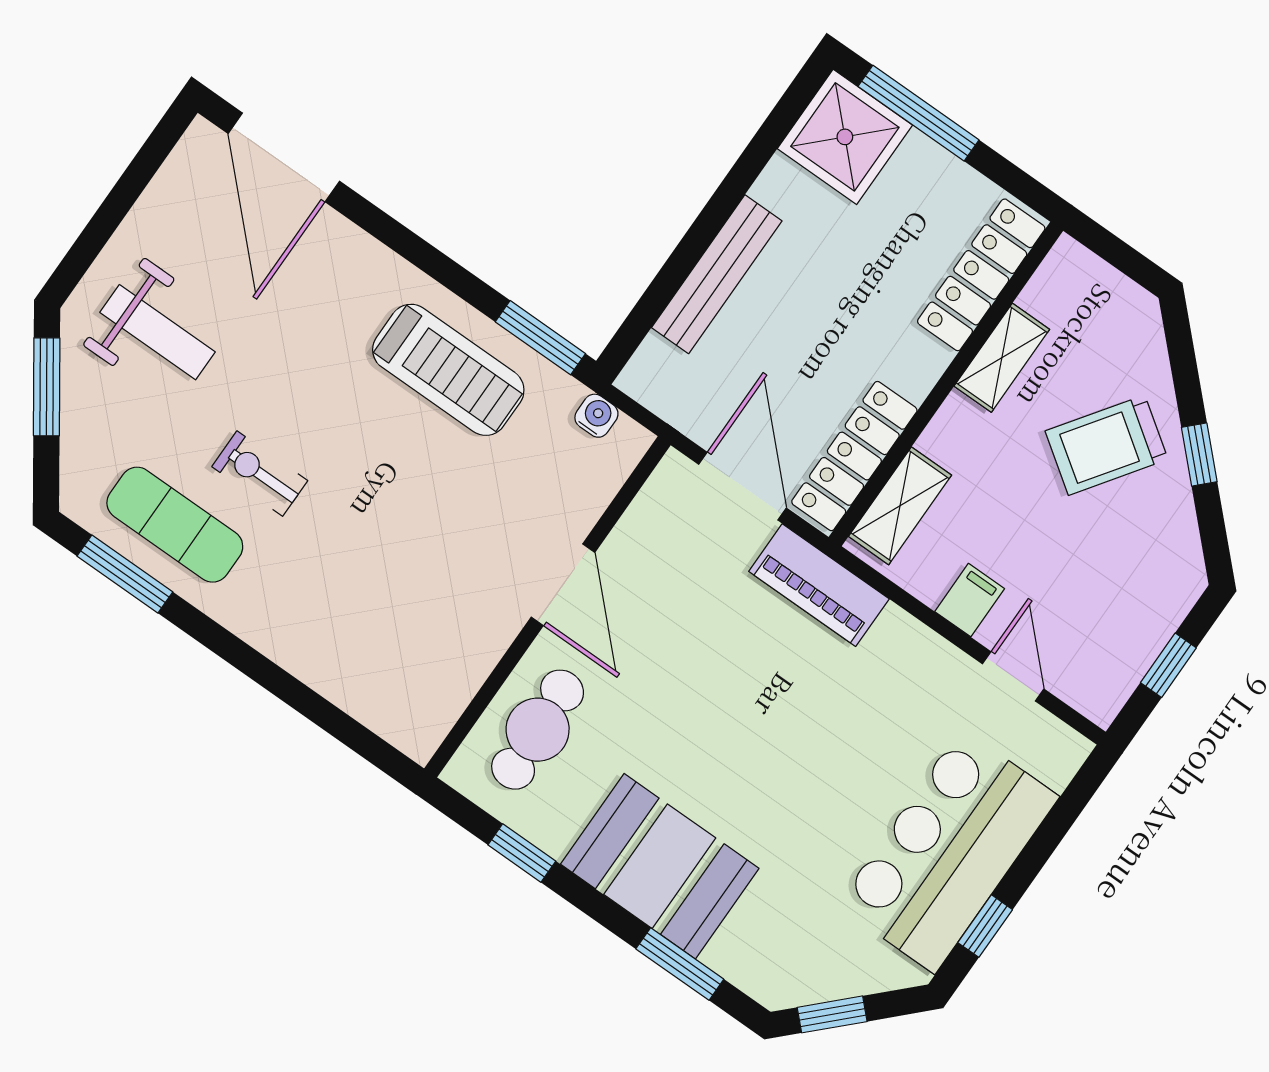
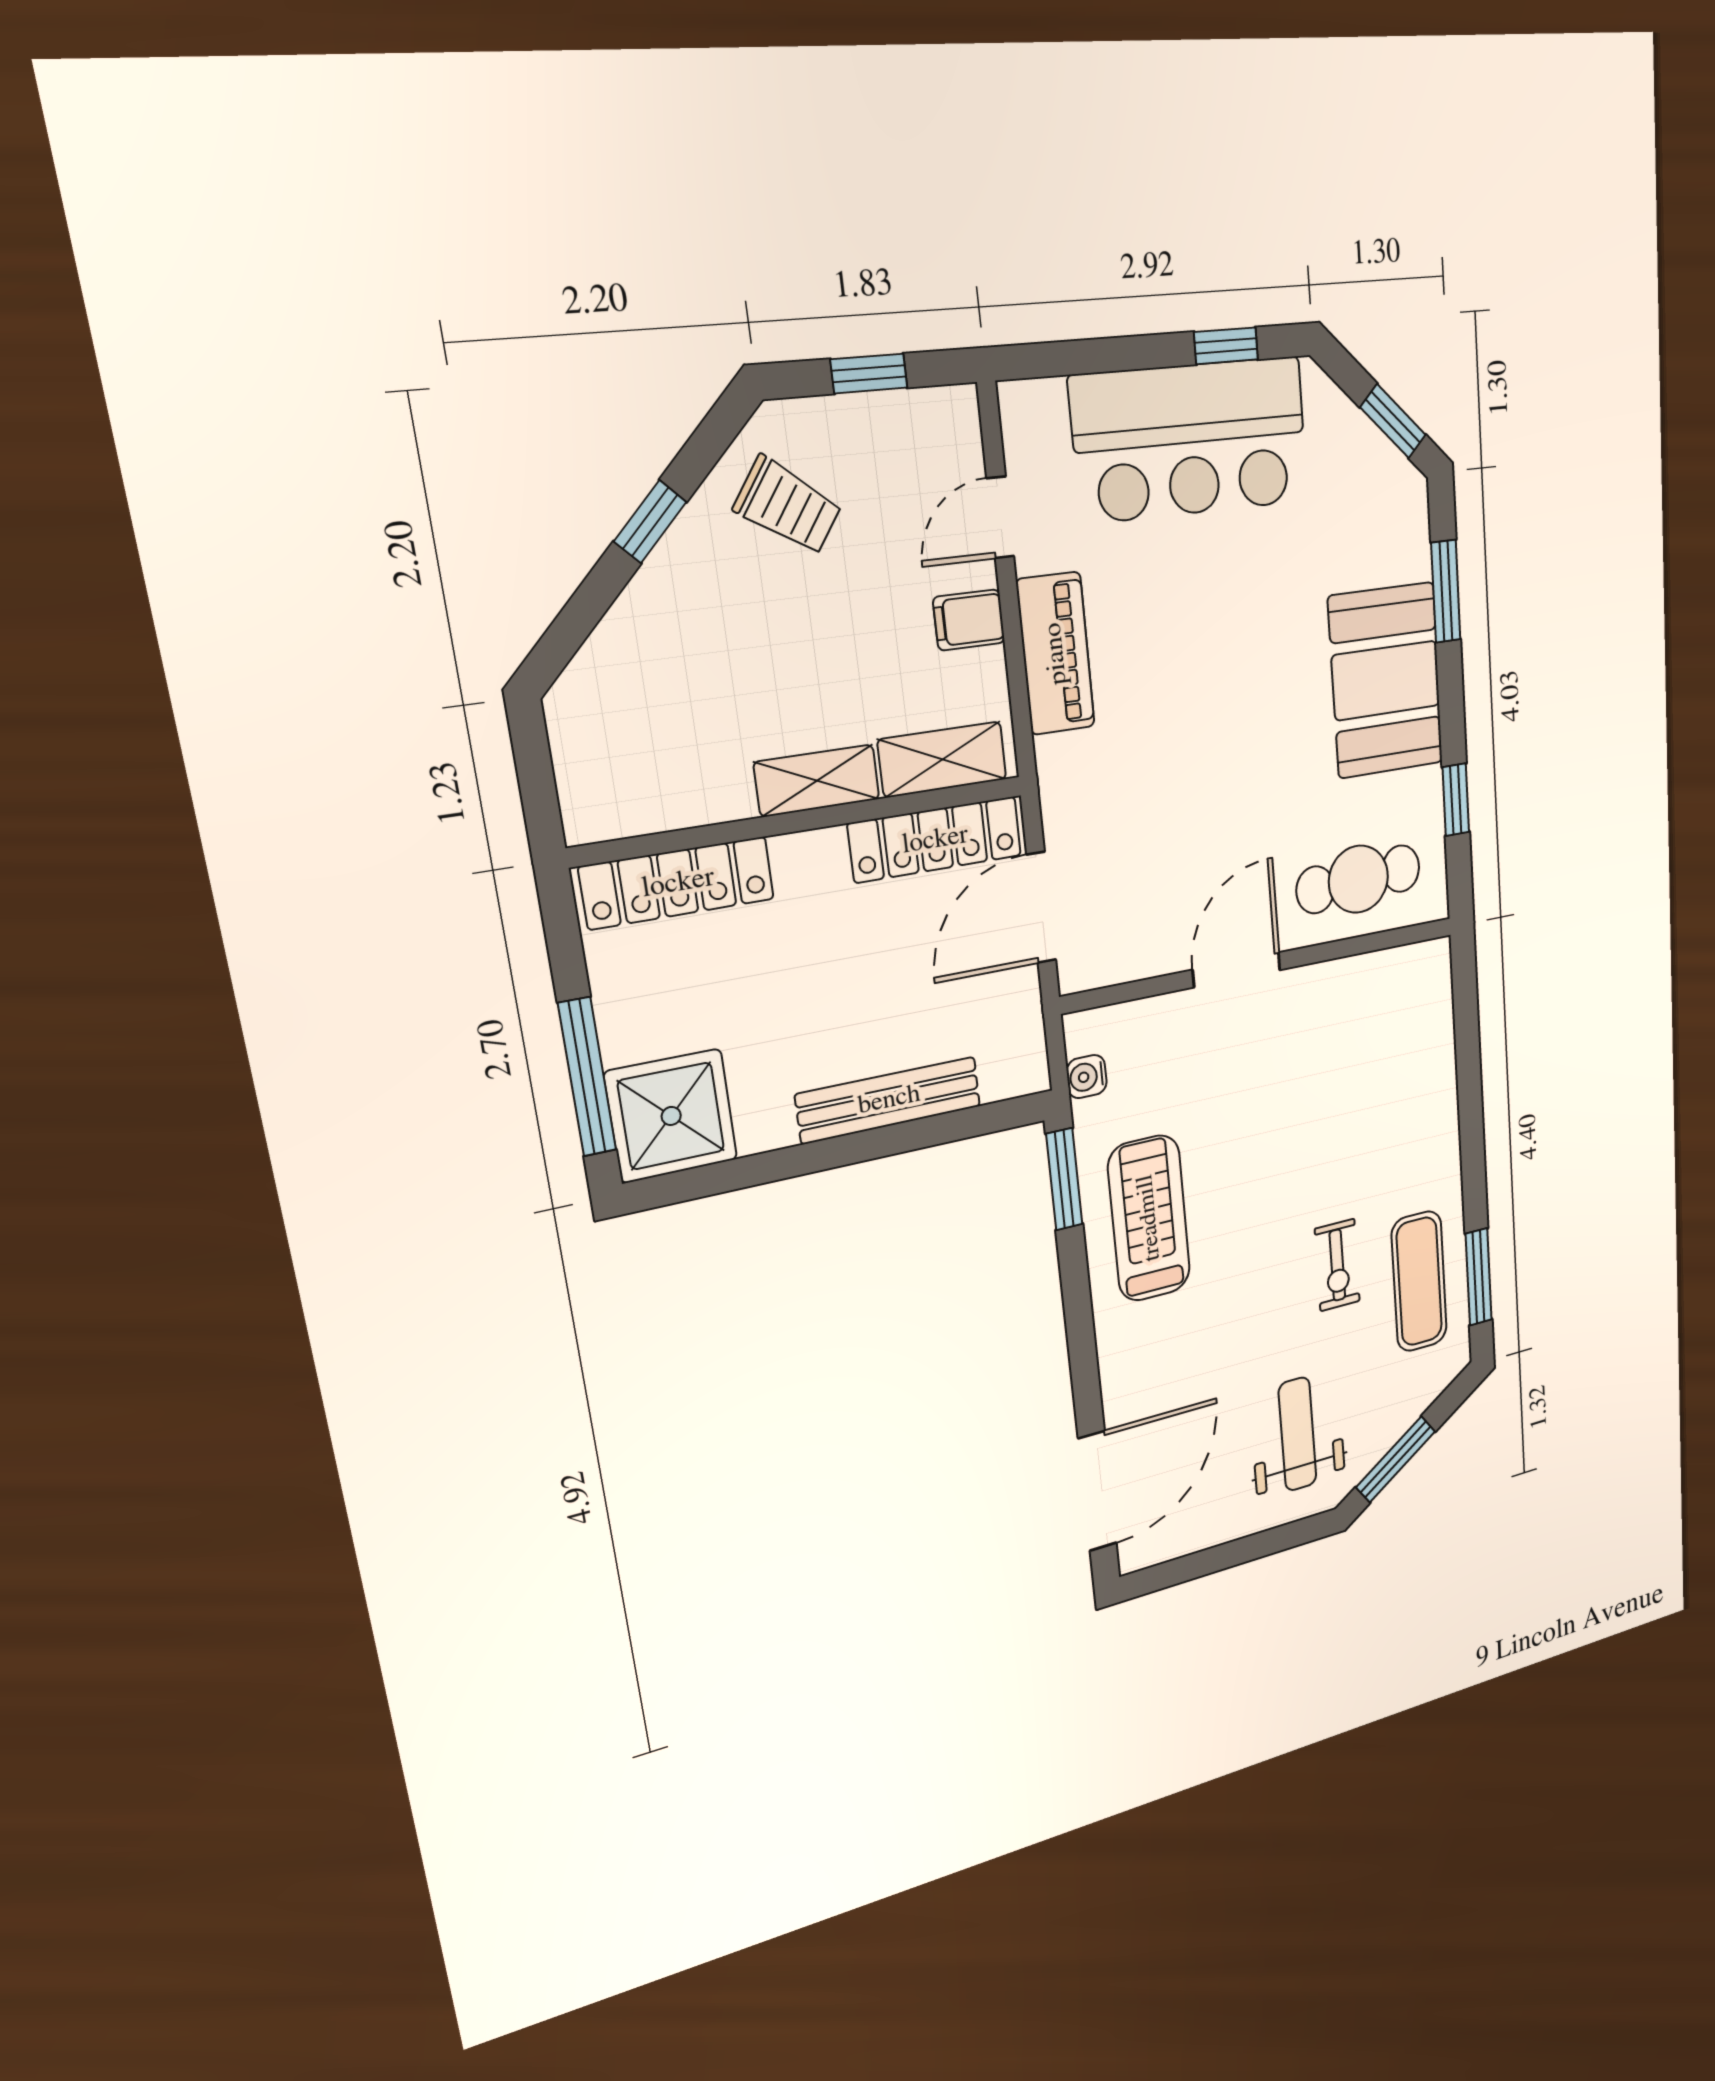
shelving: (1002, 358) -> (817, 781), moved
trolley: (1107, 445) -> (788, 506), moved, width x0.73, depth x0.72
piano: (819, 585) -> (1056, 654), moved

